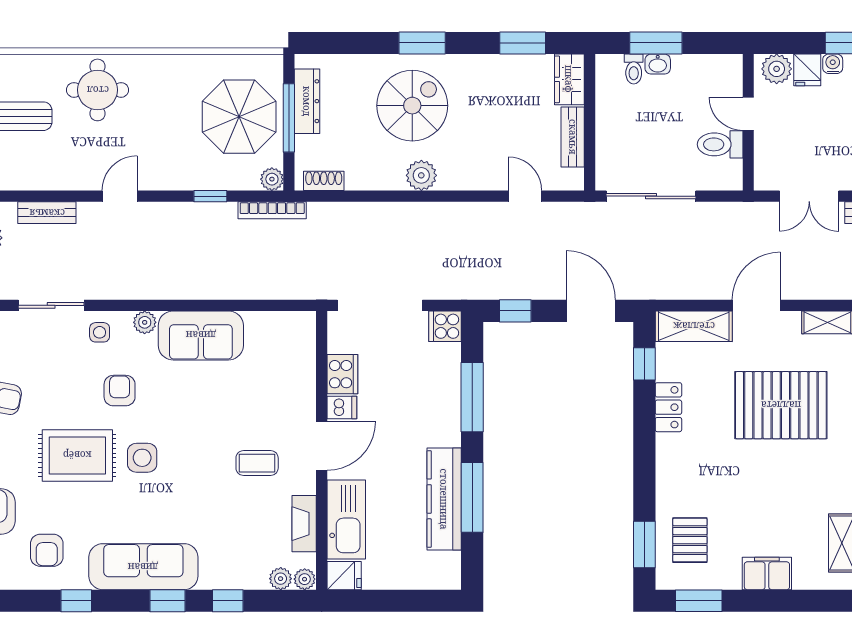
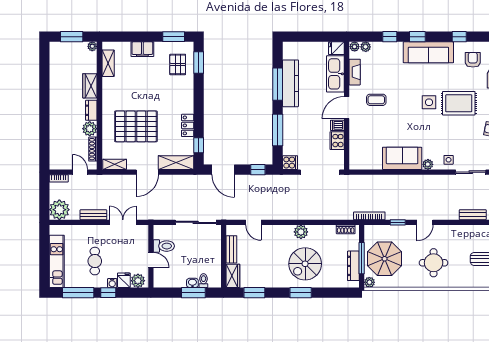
round table: (98, 90) -> (434, 263), moved
plant: (272, 179) -> (369, 282), moved
door: (120, 196) -> (425, 222), moved
armchair: (120, 391) -> (439, 133), removed

